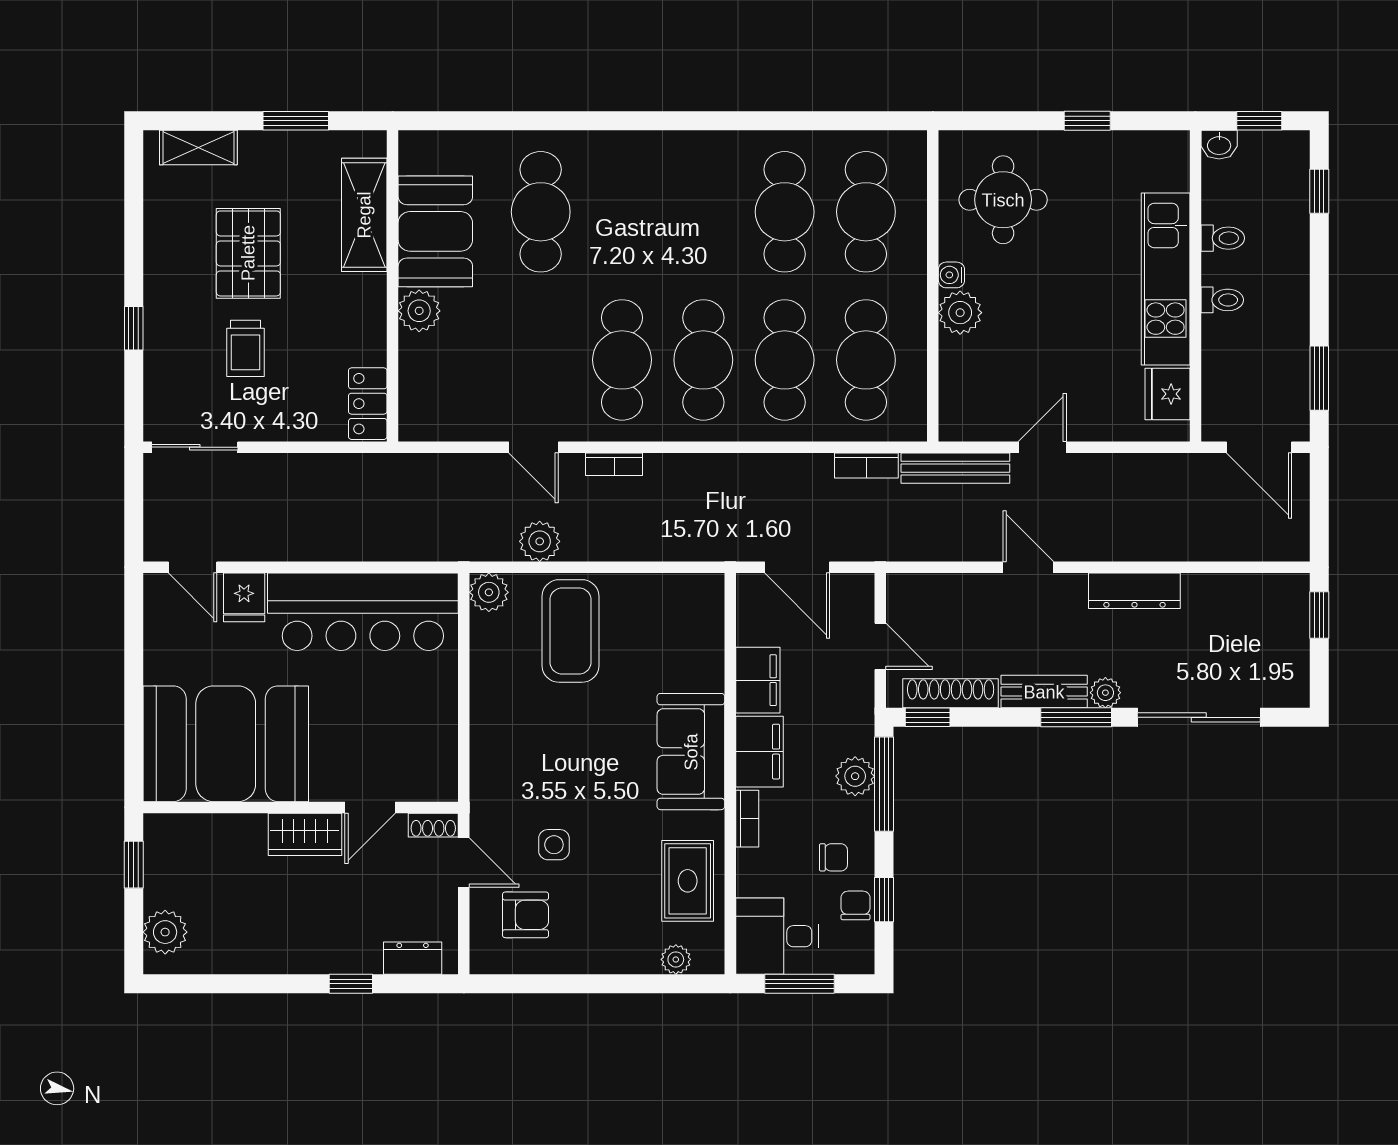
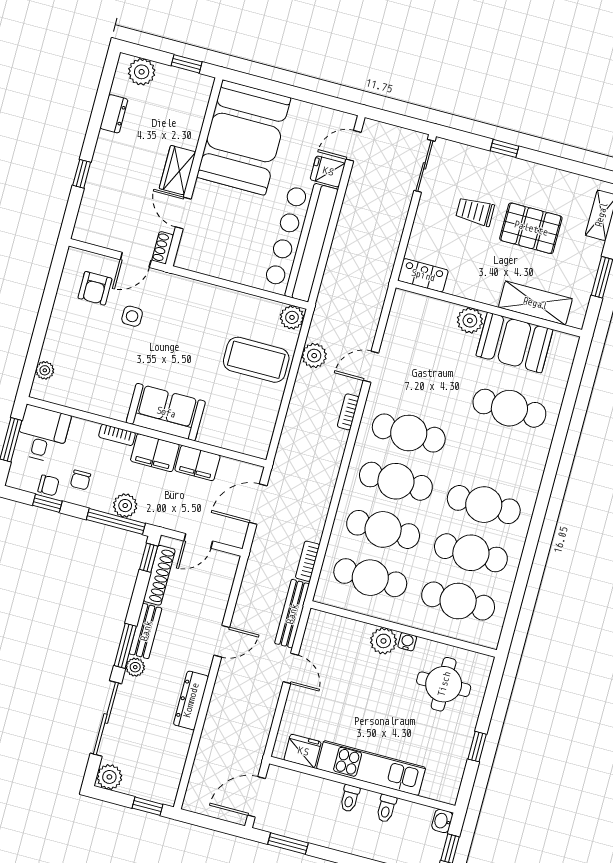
cafe table: (703, 212) -> (484, 505), added
plant: (1289, 687) -> (109, 777), added
rug: (688, 881) -> (90, 390), removed
dresser: (413, 958) -> (114, 114), moved

